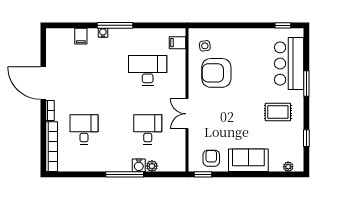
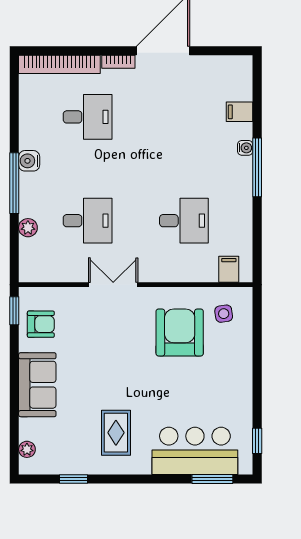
desk: (148, 70) -> (184, 221), width x0.73
window: (306, 84) -> (212, 479), moved
water cooler: (139, 165) -> (29, 161), moved

